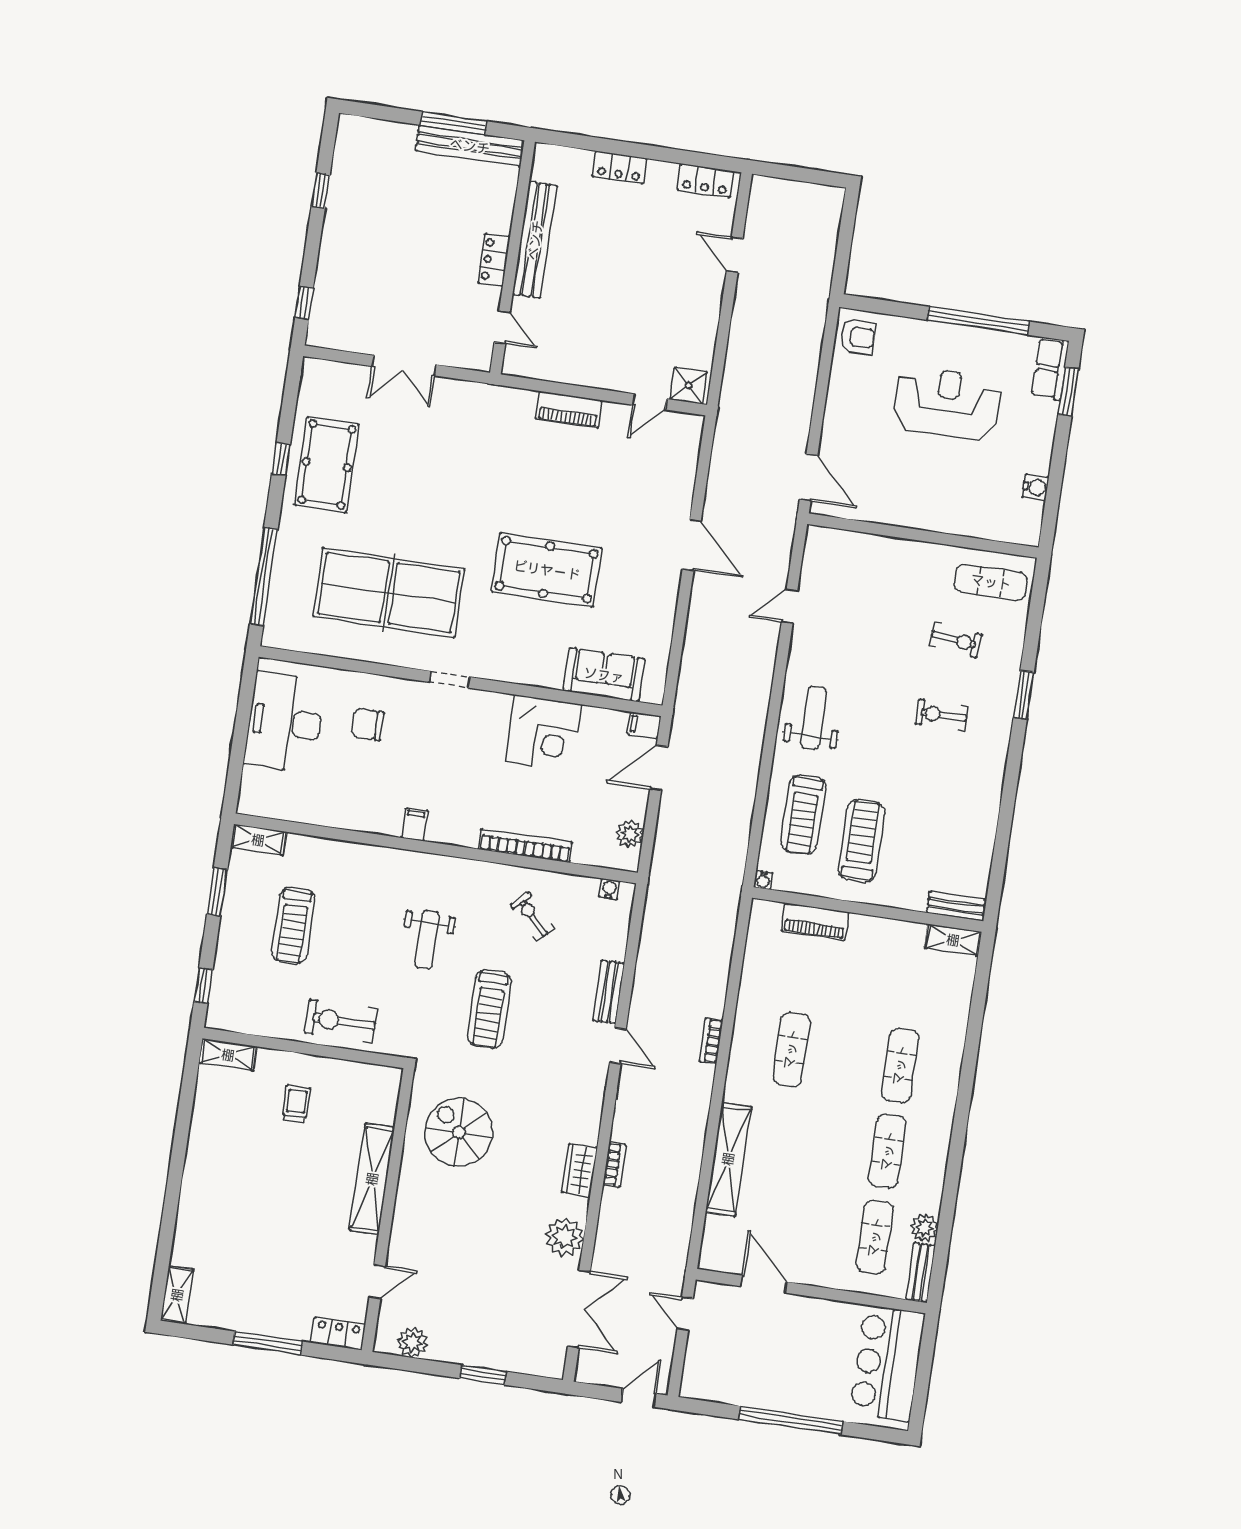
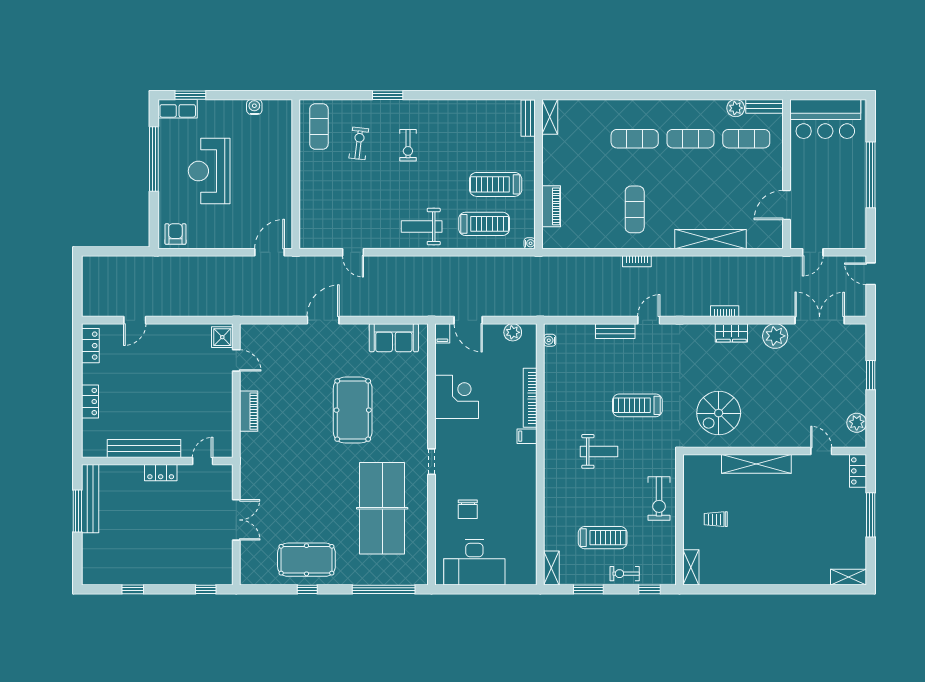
sofa: (604, 675) -> (394, 338), moved, turned -90
filing cabinet: (415, 824) -> (527, 436), moved
exercise bike: (532, 916) -> (625, 574), moved, turned 44
treadmill: (489, 1009) -> (637, 405), turned 180
exercise mat: (791, 1049) -> (635, 209), turned 90

